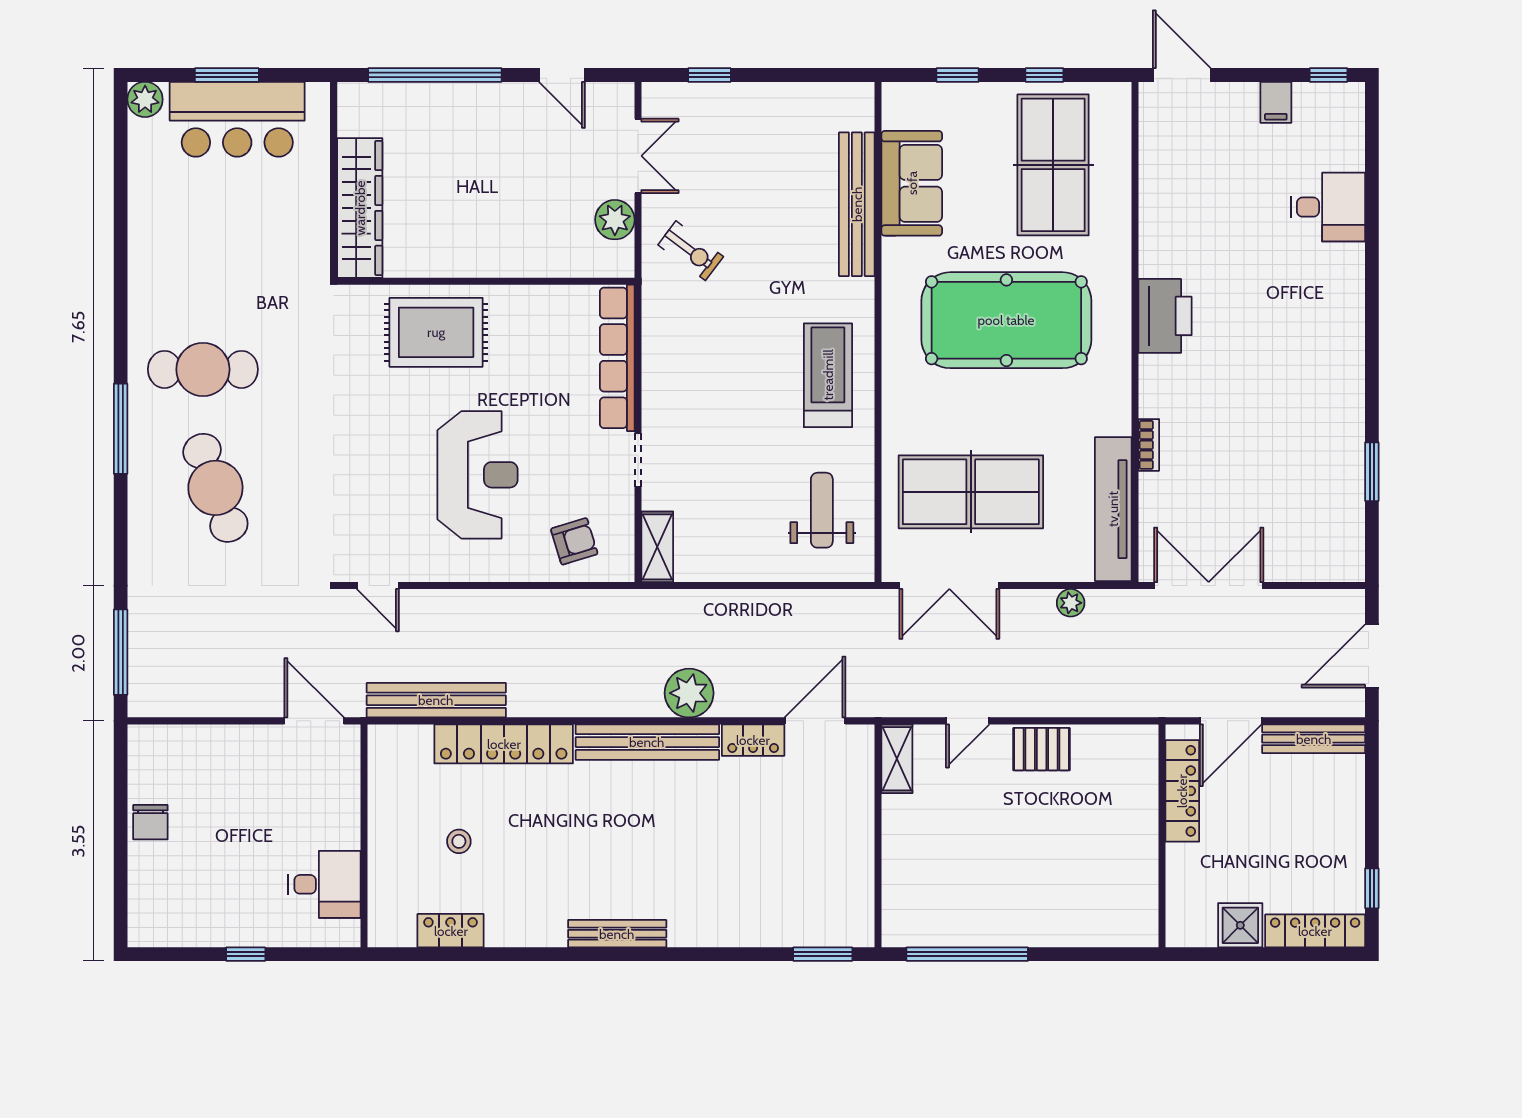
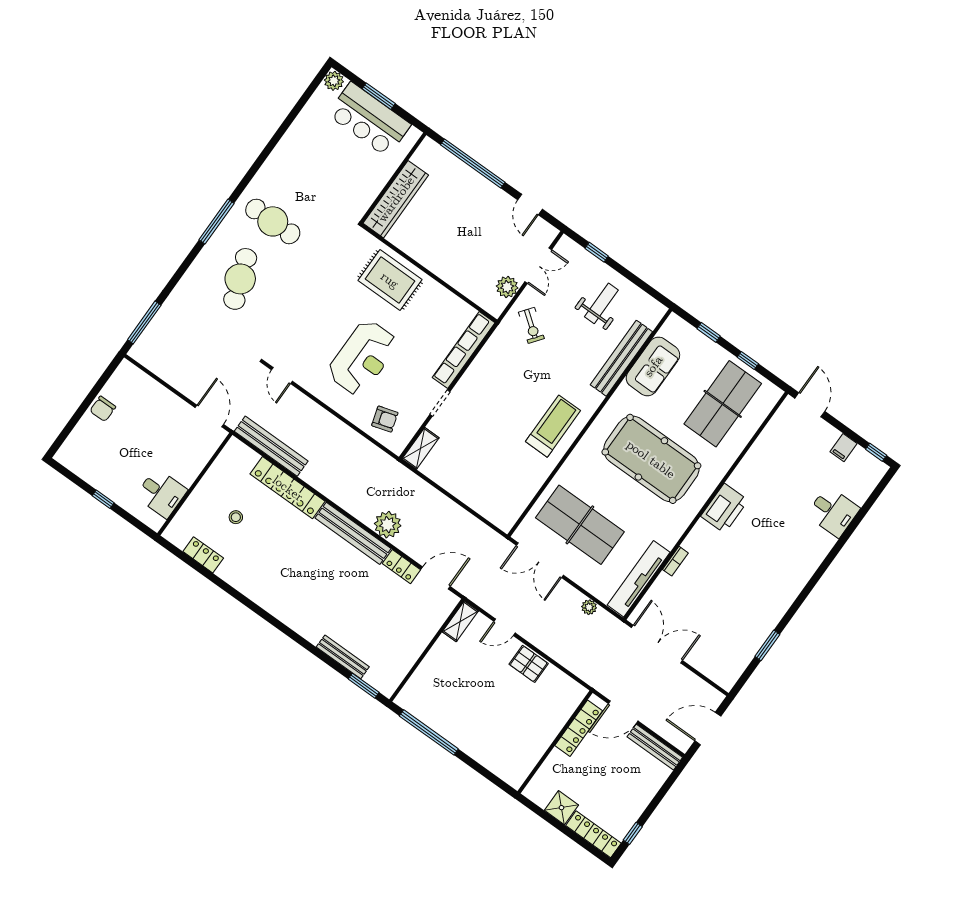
weight bench: (822, 510) -> (601, 303), moved
bench: (617, 934) -> (343, 657), moved

